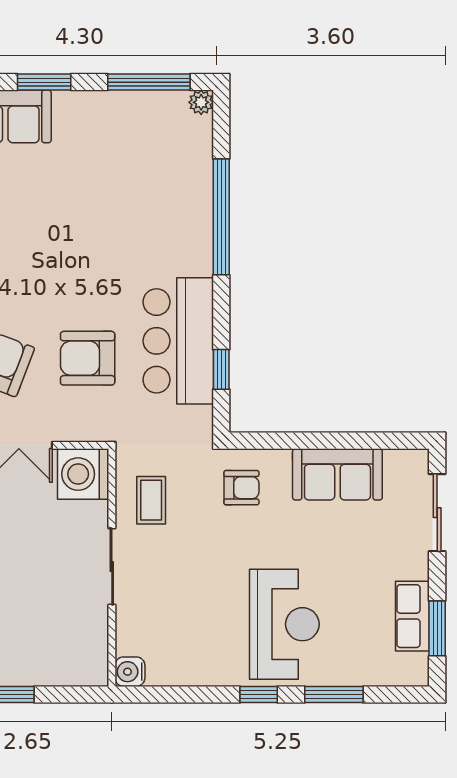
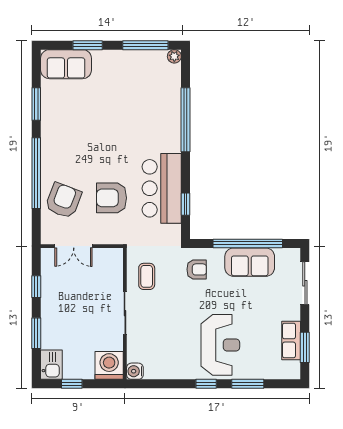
window: (334, 441) -> (248, 243), added
washing machine: (83, 474) -> (109, 365), moved, turned 90

